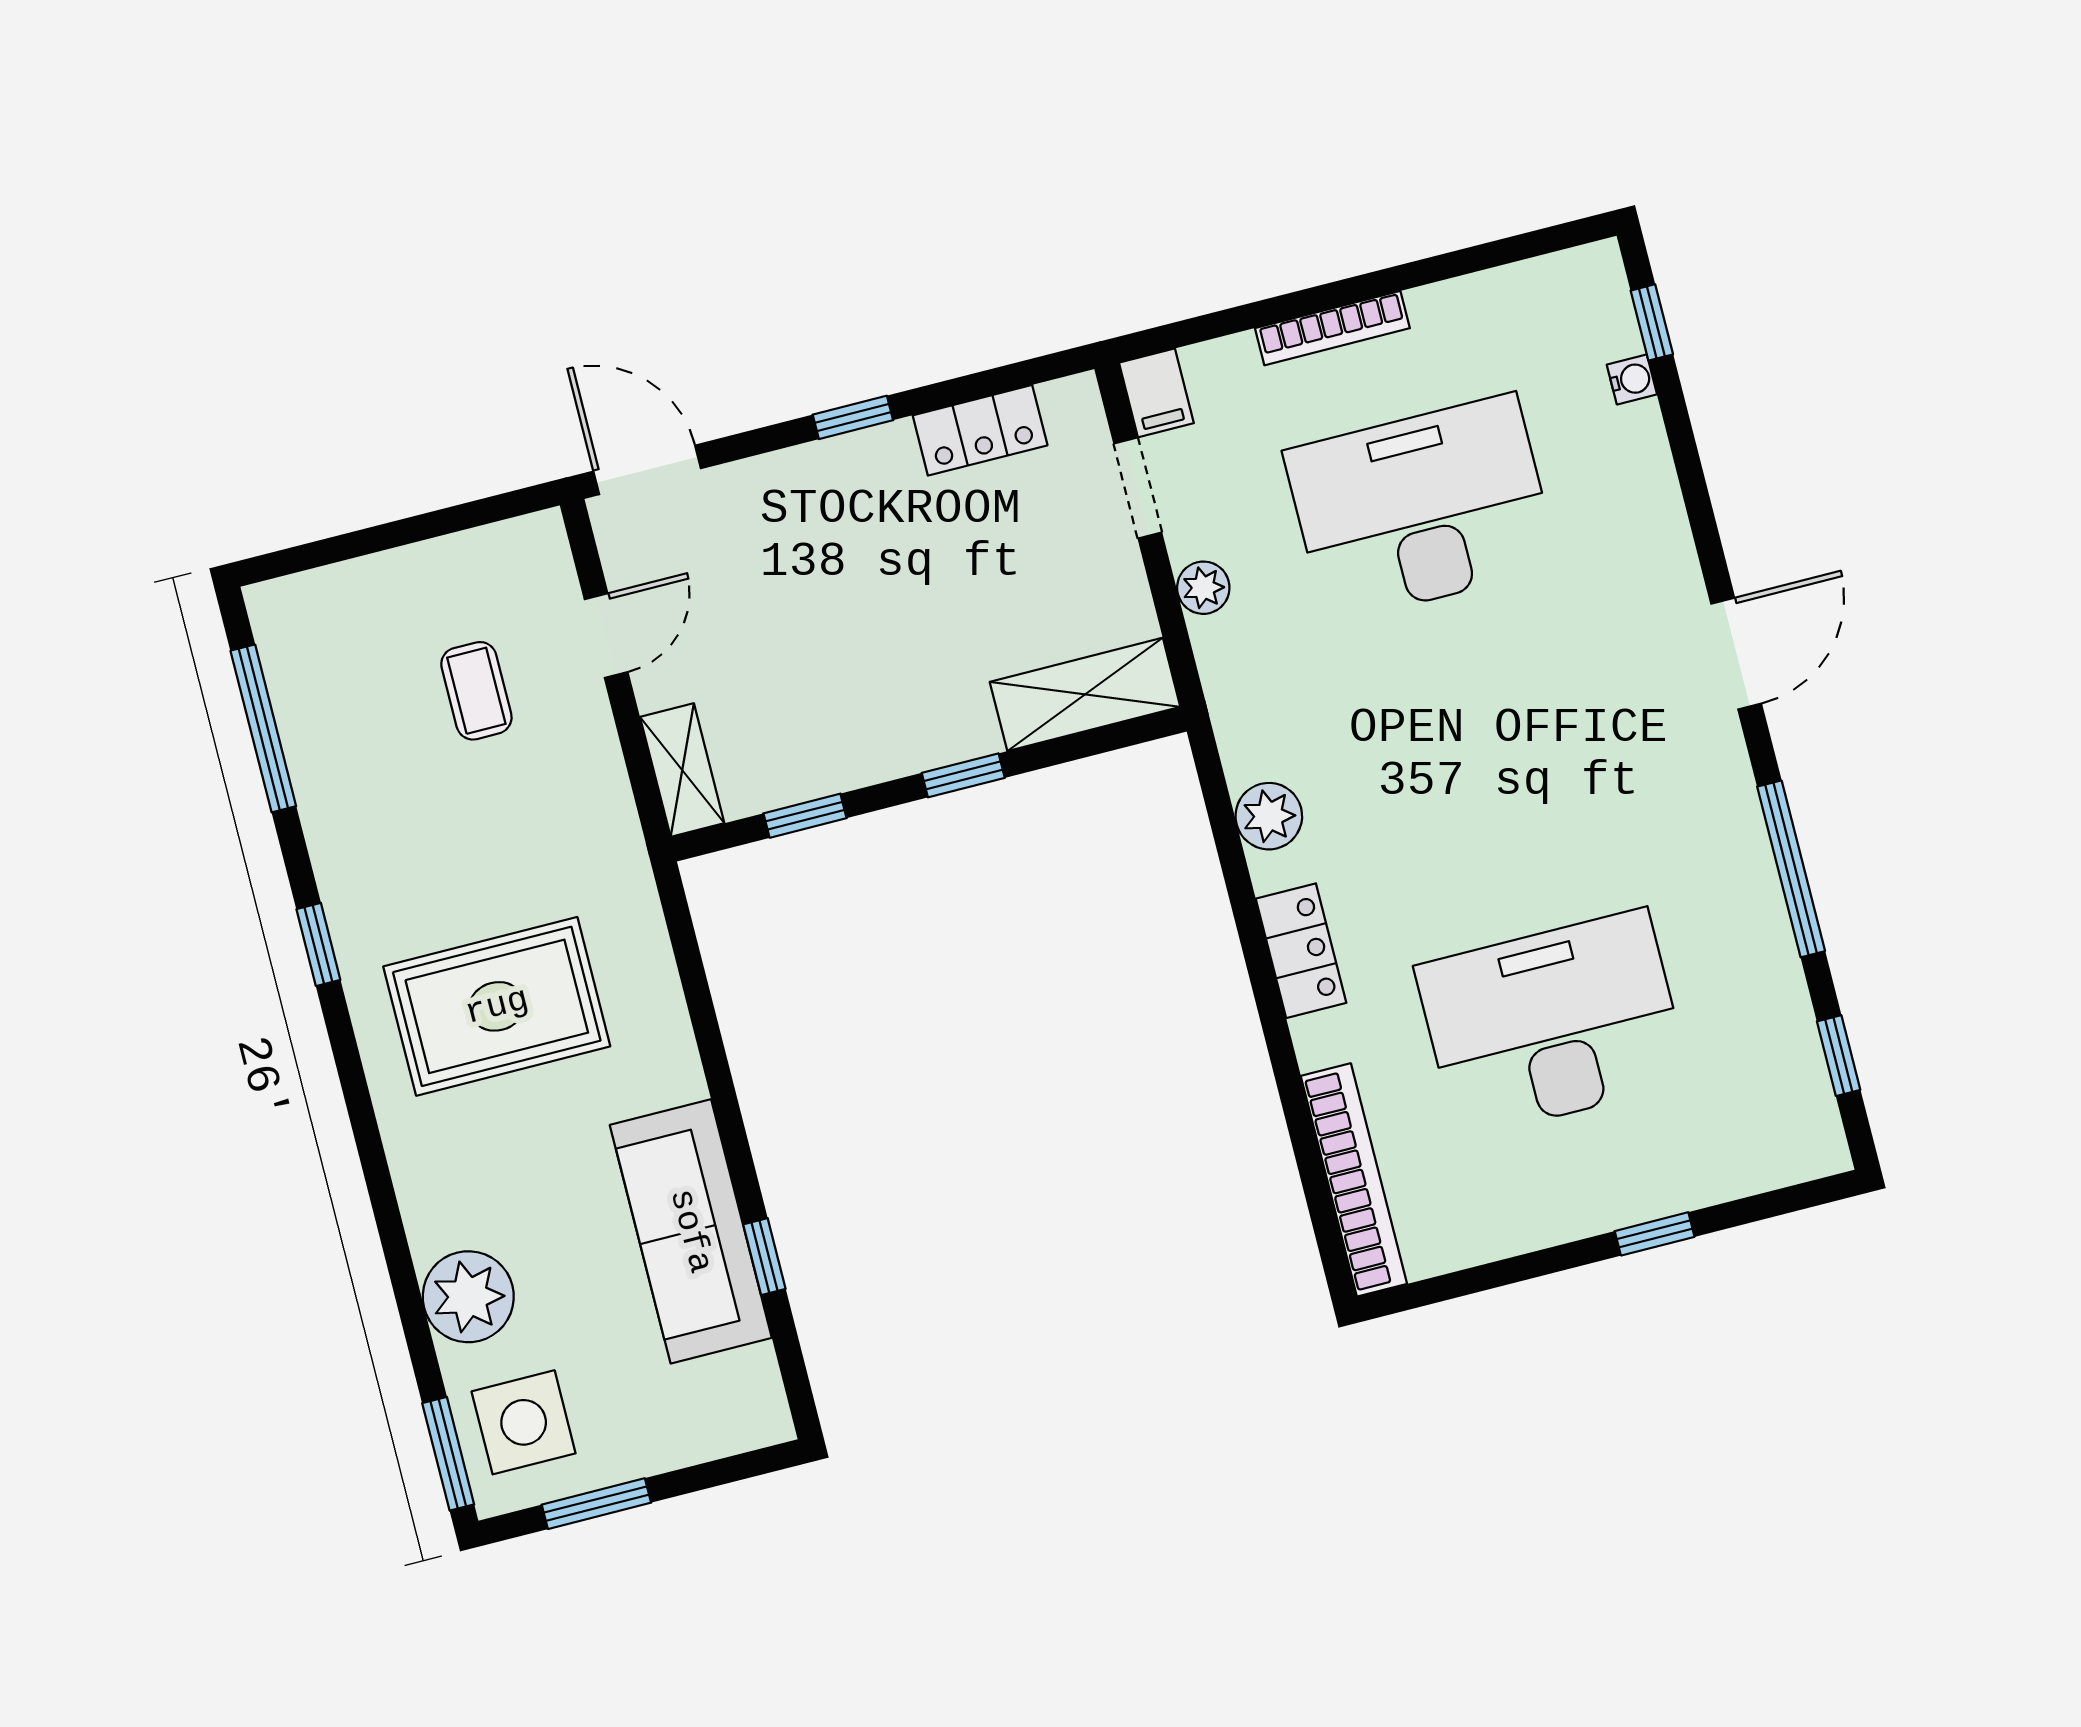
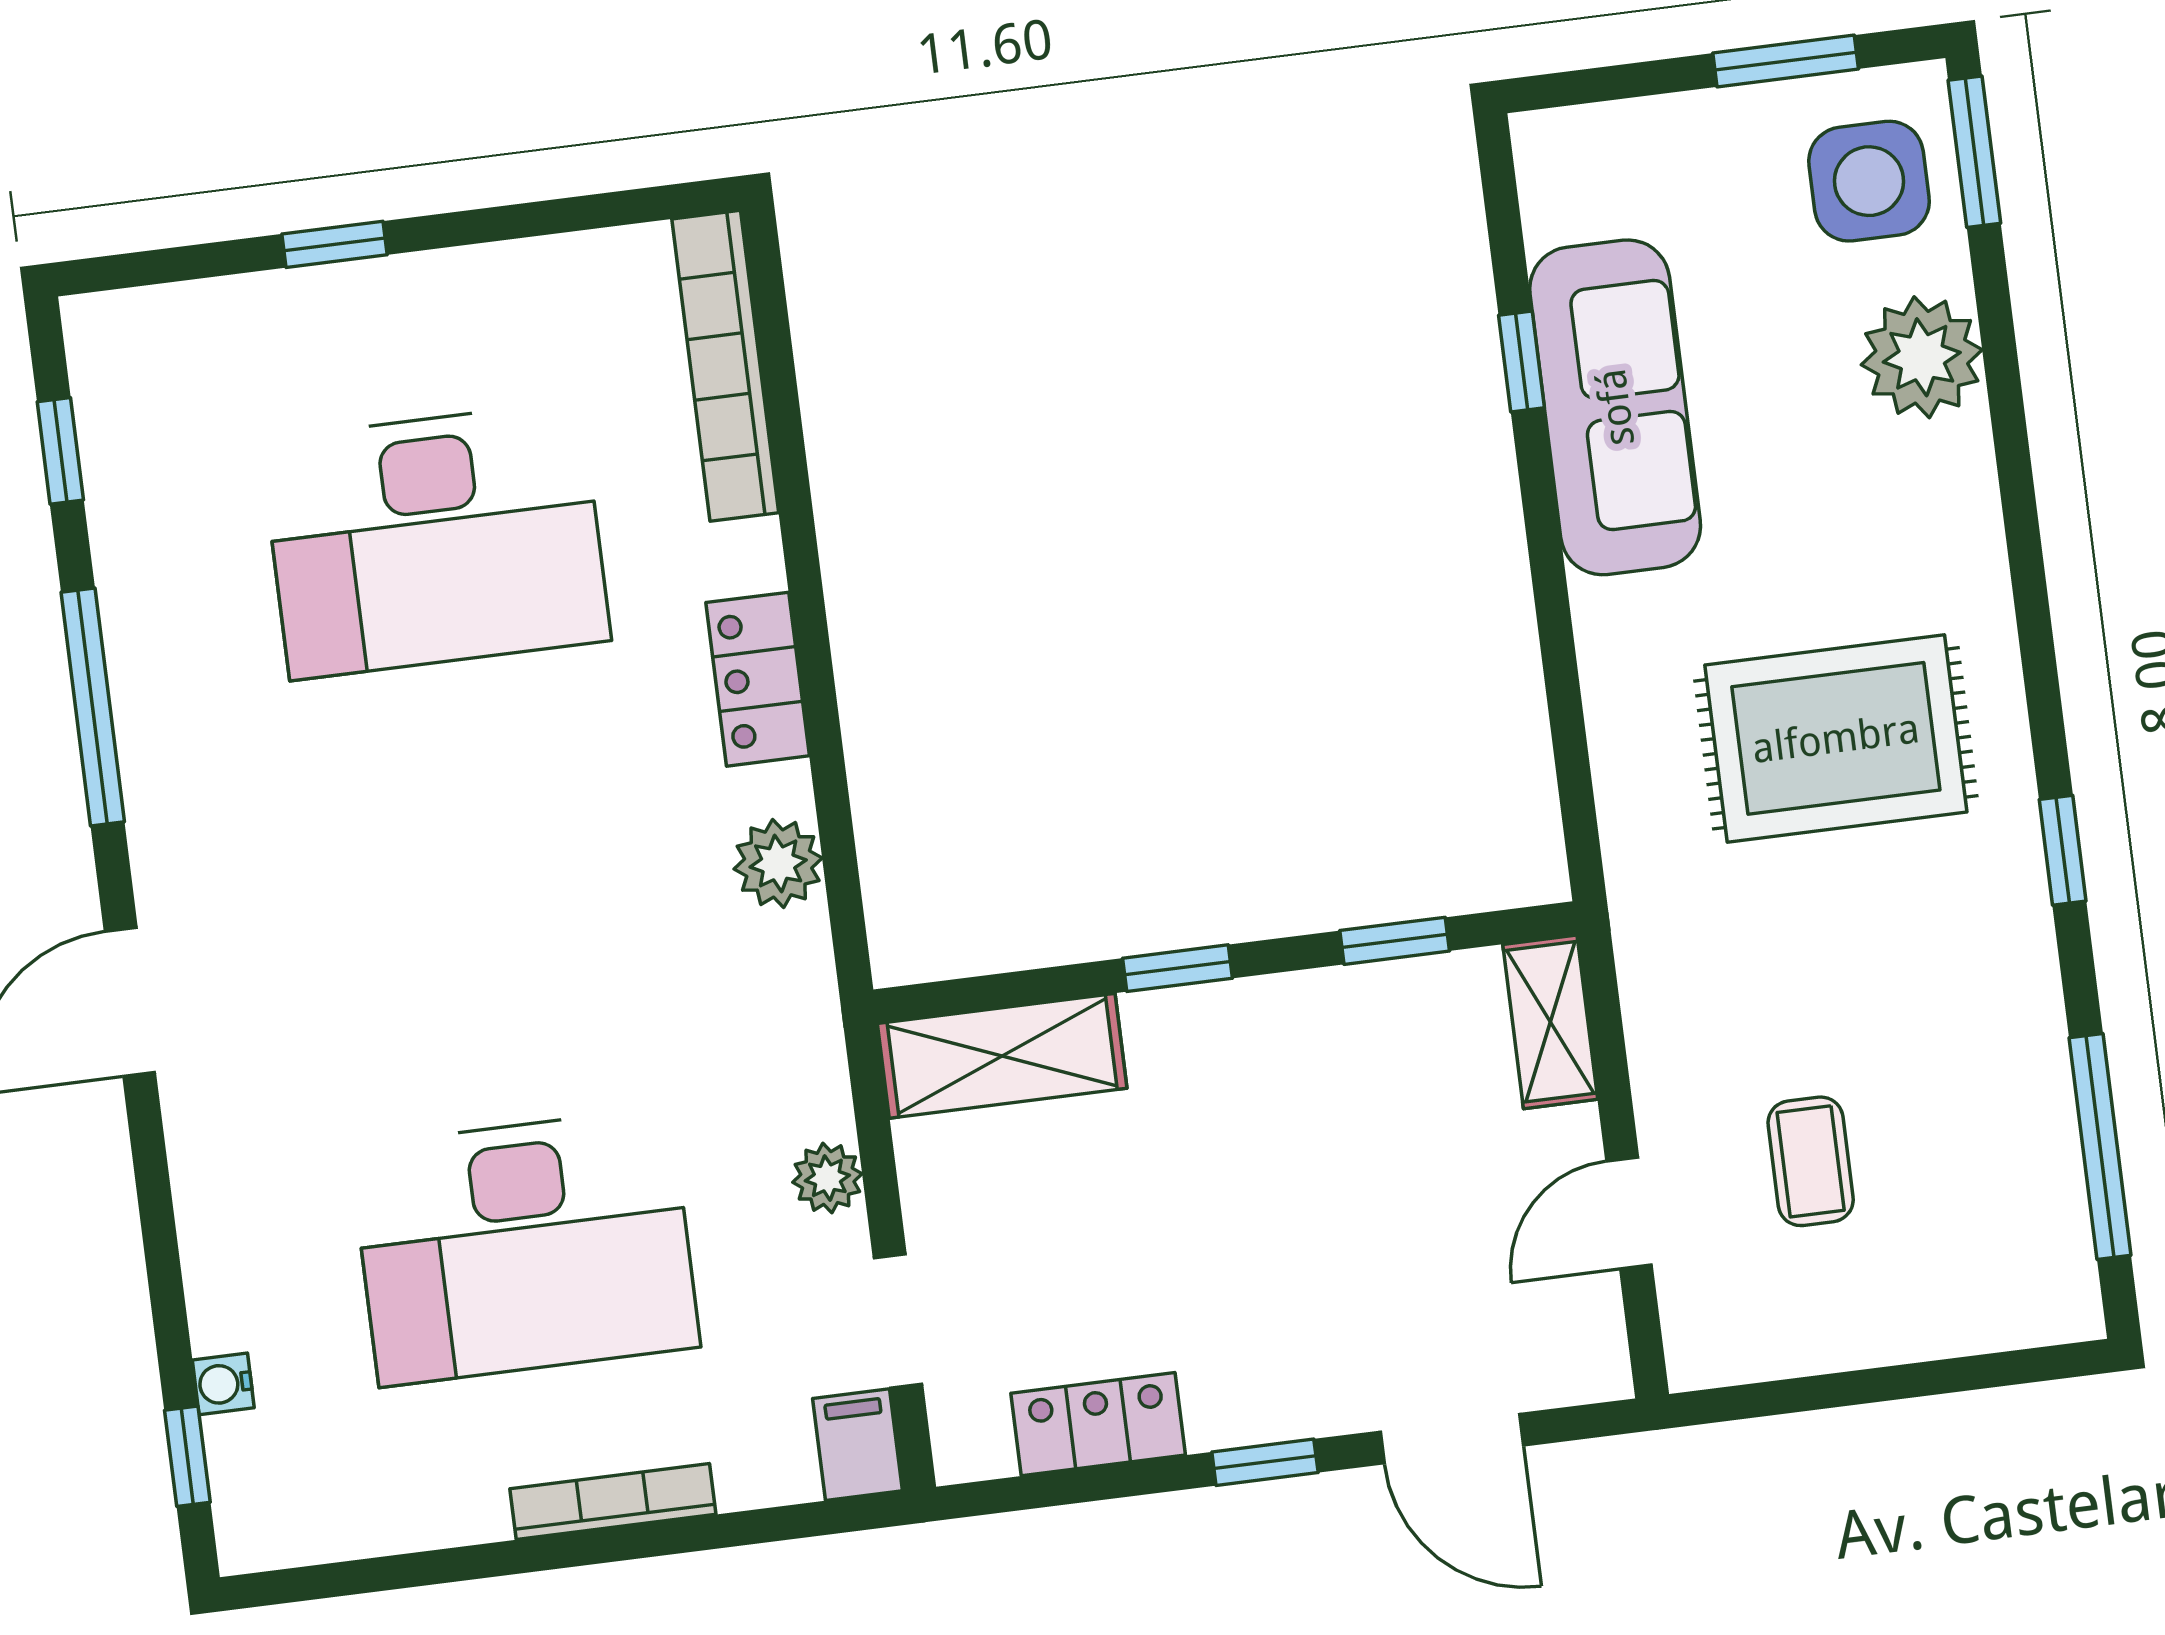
door: (647, 470) -> (1452, 1439), moved

